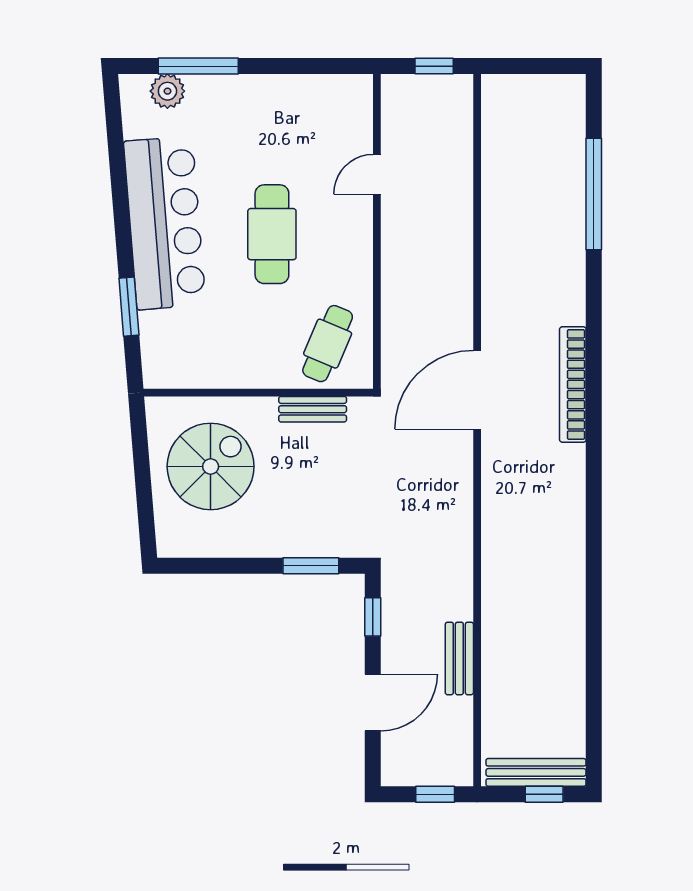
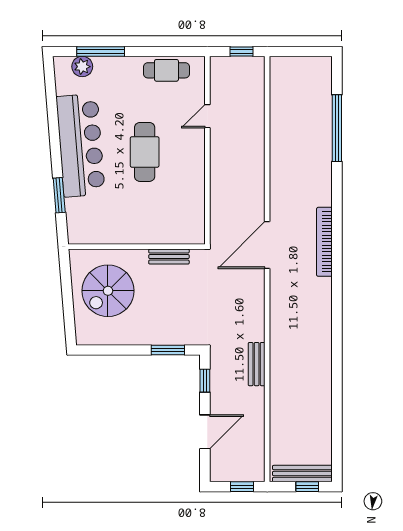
cafe table: (328, 344) -> (166, 70), moved, turned 67
spiral stairs: (211, 466) -> (108, 291), turned 180
bench: (459, 658) -> (257, 364), moved

